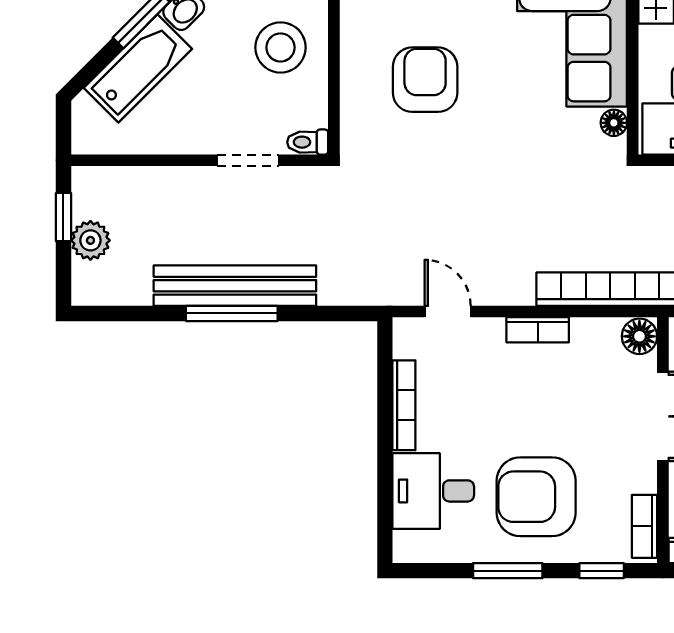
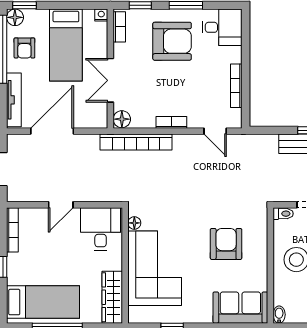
armchair: (425, 80) -> (226, 244), turned 180
desk: (433, 491) -> (222, 27), moved

